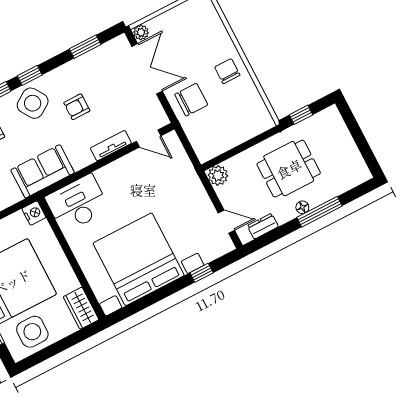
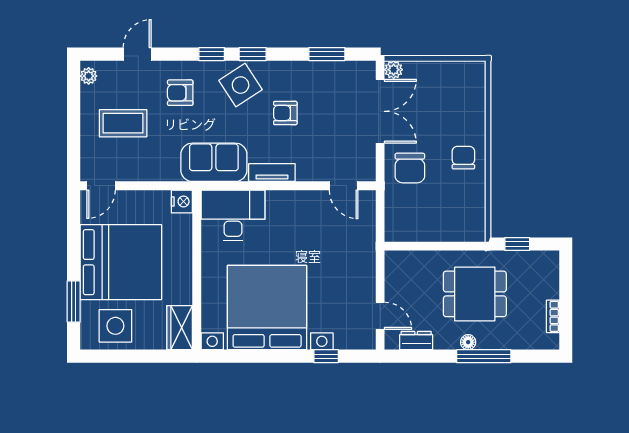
chair: (191, 100) -> (410, 168), turned 90
tv unit: (111, 146) -> (272, 173), moved
bookcase: (356, 155) -> (553, 316), added
plant: (218, 175) -> (396, 263), removed

